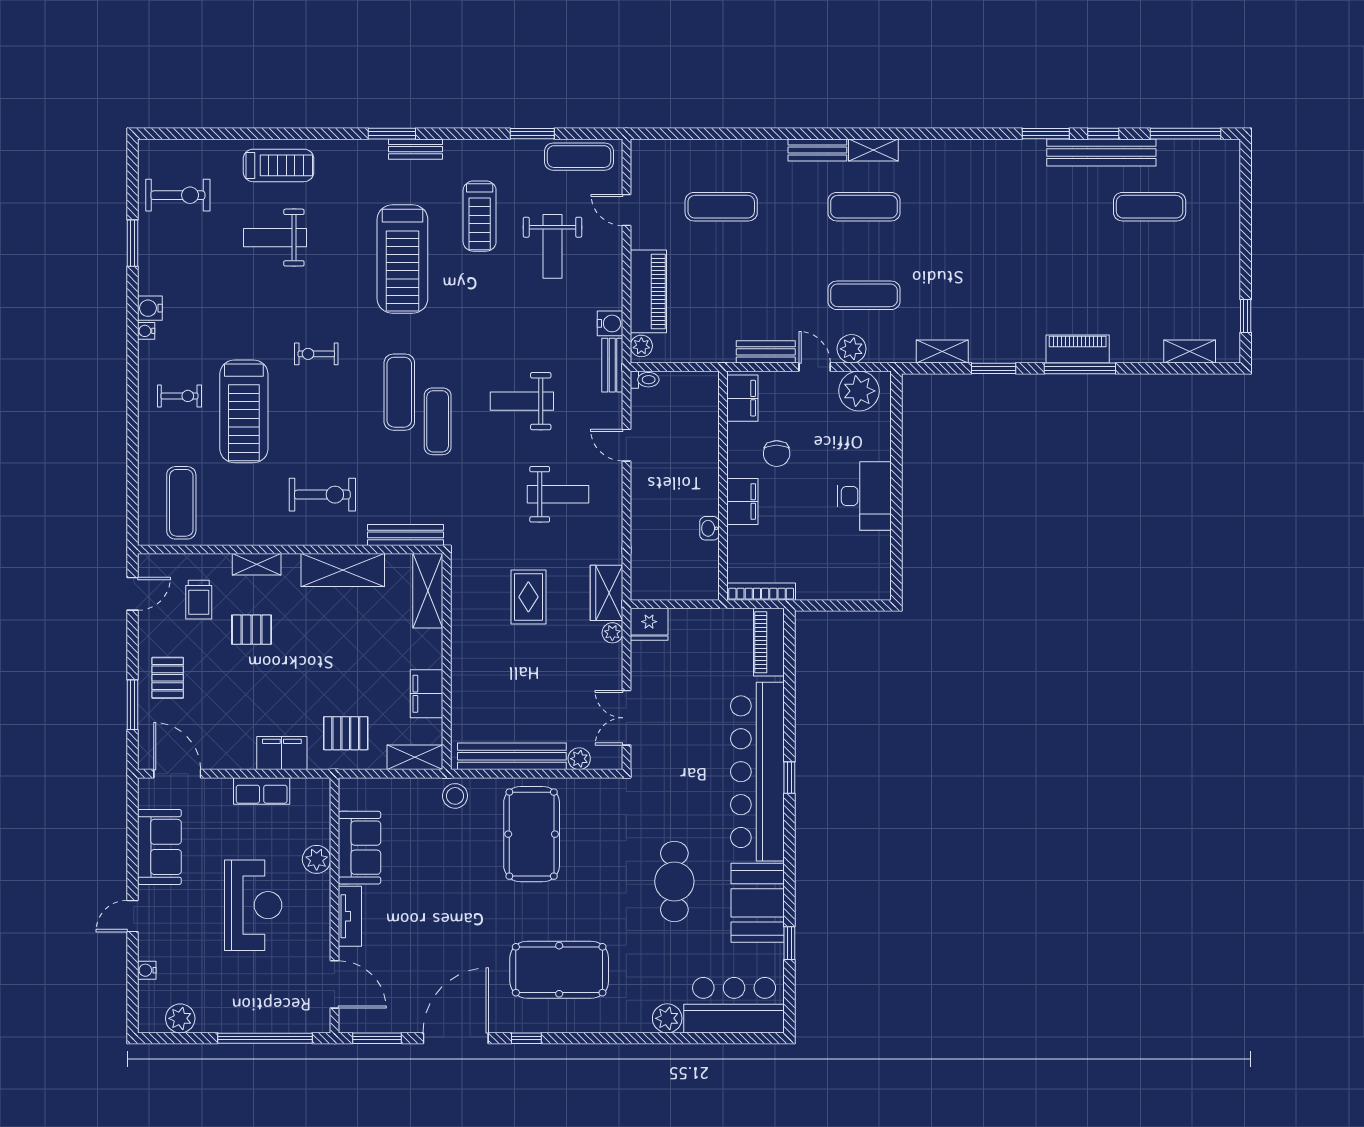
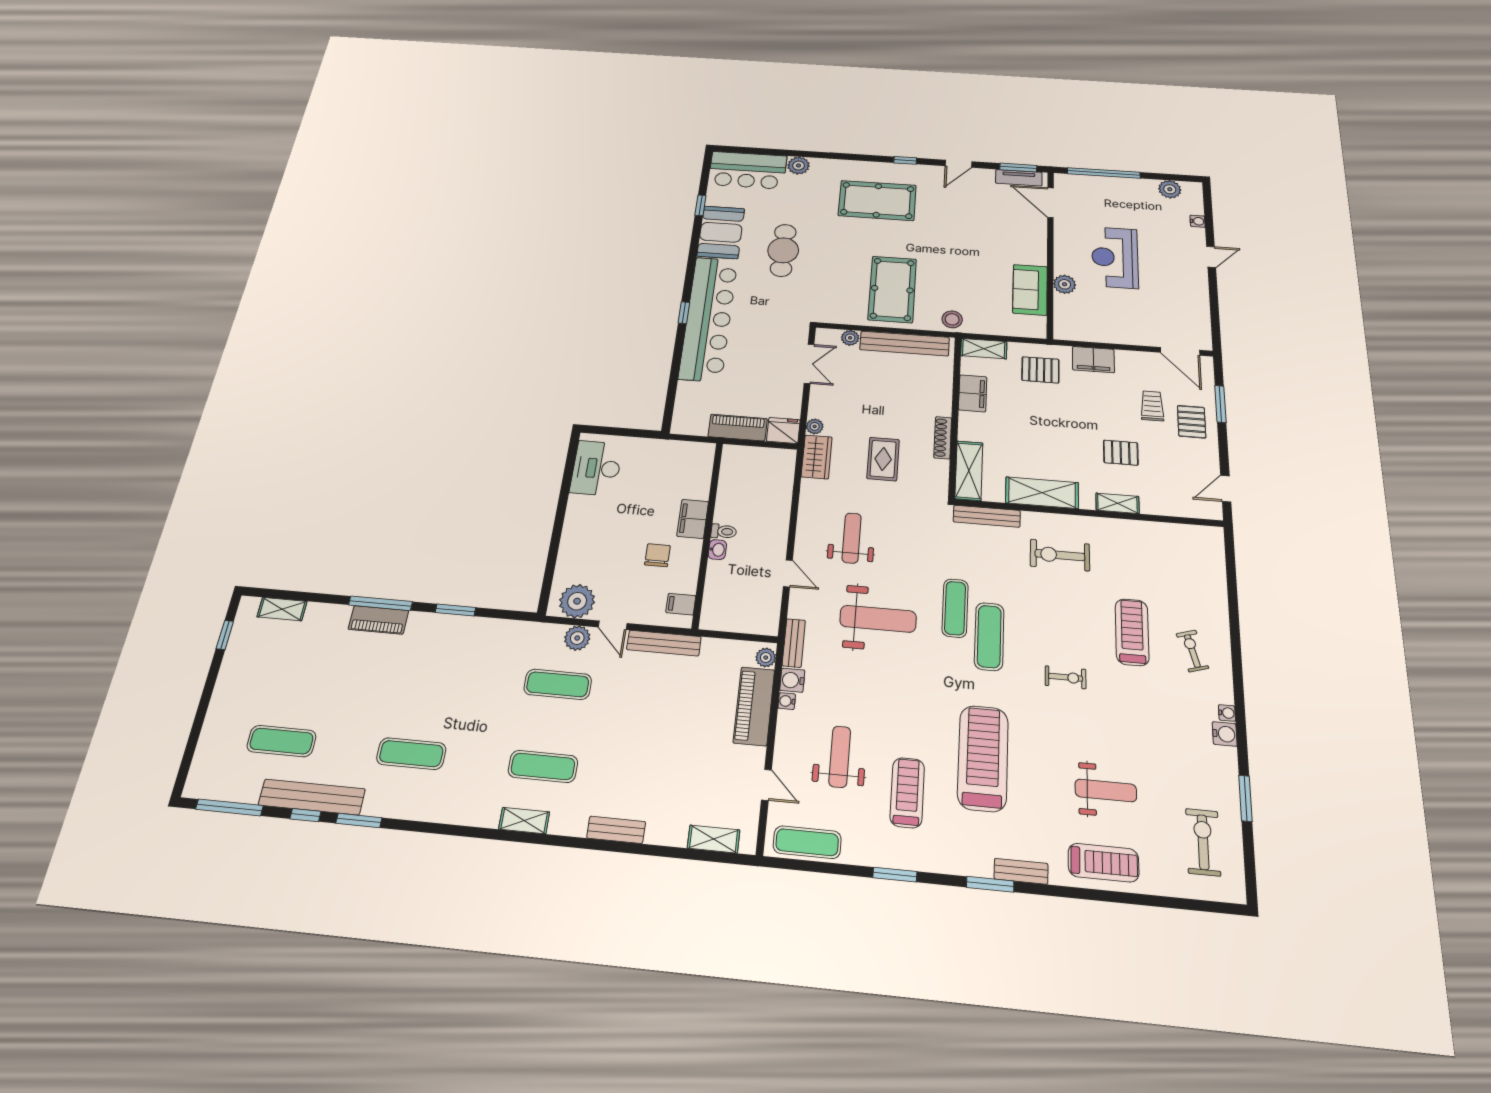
window: (532, 134) -> (895, 875), moved
bench: (416, 149) -> (1021, 871), moved
bench: (817, 150) -> (616, 830), moved
treadmill: (279, 165) -> (1103, 863), turned 180
exercise bike: (178, 195) -> (1203, 842), turned 90
exercise mat: (721, 207) -> (411, 754), moved
water cooler: (614, 300) -> (787, 701), added
shelving: (942, 351) -> (714, 839), moved
bench: (766, 352) -> (664, 643), width x1.36
toilet: (645, 380) -> (724, 531), moved, turned 180
exercise bike: (179, 396) -> (1192, 651), turned 74
filing cabinet: (742, 398) -> (681, 604), width x0.50
weight bench: (522, 401) -> (878, 619), width x1.36, depth x1.33
treadmill: (244, 411) -> (1132, 632), width x0.73, depth x0.73
weight bench: (558, 494) -> (852, 538), turned 90
desk: (864, 496) -> (596, 468), moved
exercise mat: (181, 503) -> (1186, 559), removed
washbasin: (709, 528) -> (717, 550), moved
bookcase: (761, 592) -> (687, 448), removed
trolley: (199, 600) -> (1152, 406), moved
shoe rack: (460, 631) -> (943, 438), added
piano: (769, 642) -> (738, 428), moved, turned -90
row of seats: (262, 791) -> (1110, 334), removed
sofa: (159, 847) -> (1192, 302), removed
tv unit: (350, 916) -> (1019, 178), moved, turned -90
door: (456, 1038) -> (958, 164), width x0.53

